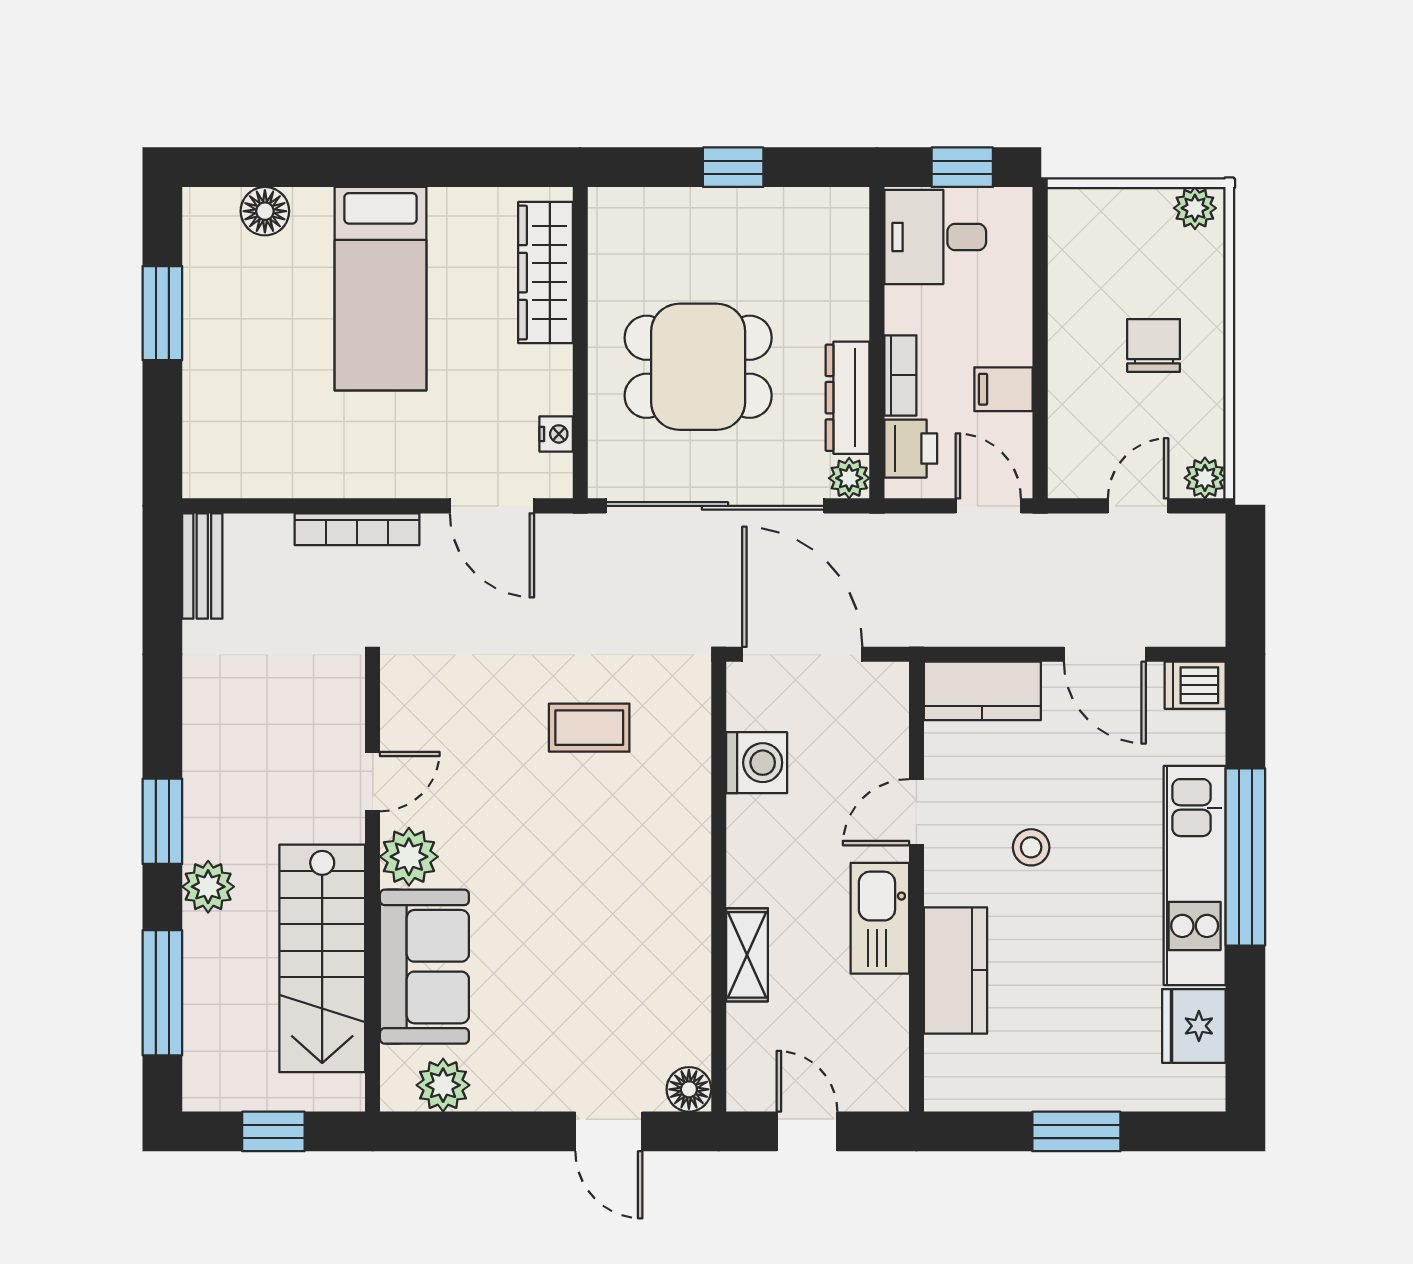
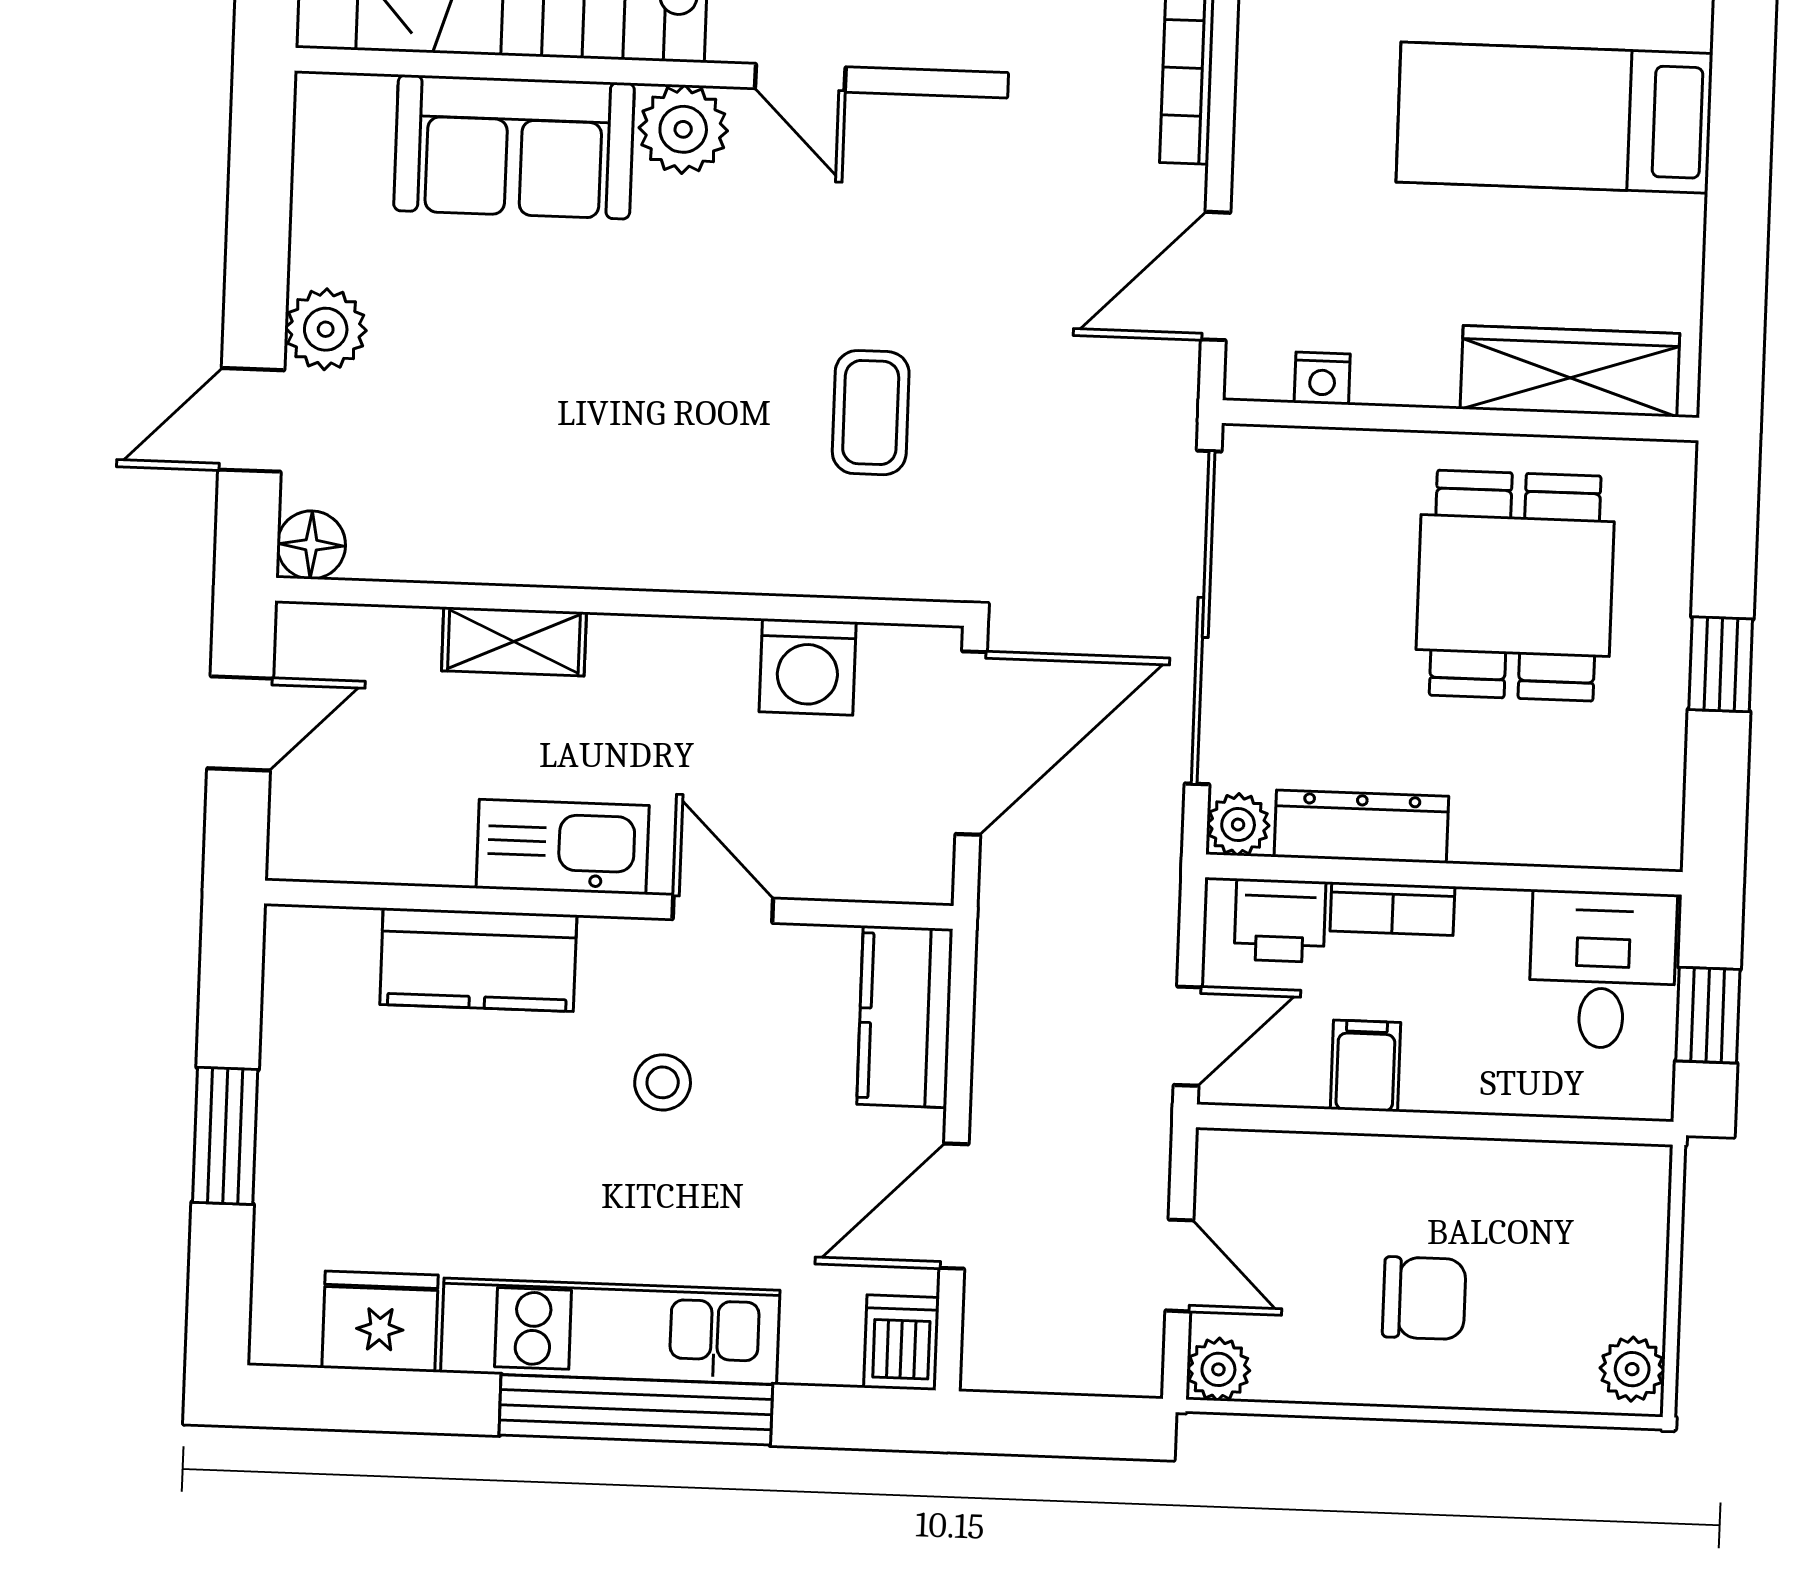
dining table: (698, 367) -> (1515, 586), moved
plant: (443, 1085) -> (326, 329), moved

